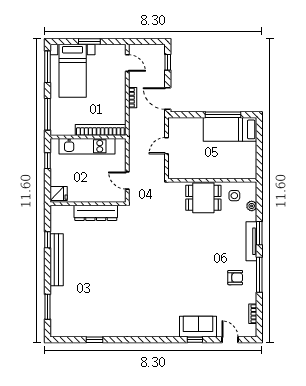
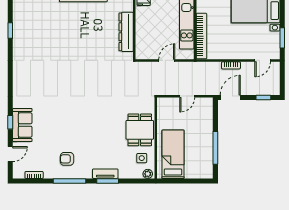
window: (89, 42) -> (282, 38), moved
bed: (230, 129) -> (173, 154), moved
door: (166, 146) -> (187, 96), swing flipped
door: (127, 181) -> (167, 60), moved
plant: (252, 206) -> (148, 174), moved
tv unit: (251, 241) -> (105, 174), width x0.71
armchair: (235, 278) -> (67, 159), turned 90

